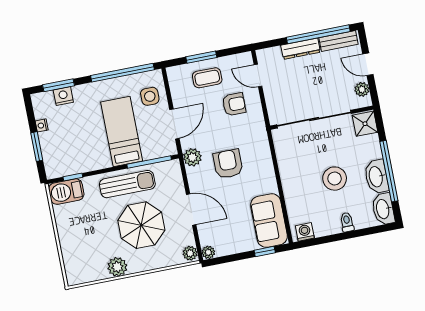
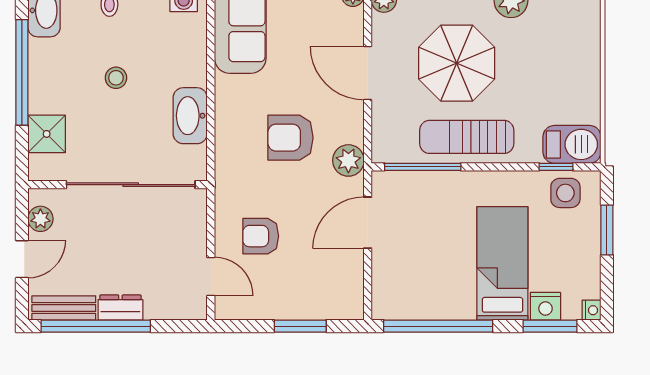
dresser: (301, 49) -> (120, 308), width x0.70
door: (368, 64) -> (22, 259), hinge flipped
coffee table: (207, 78) -> (297, 289), removed
side table: (150, 96) -> (565, 193), moved
shower: (365, 124) -> (47, 134), moved
nightstand: (42, 125) -> (592, 310), moved
bed: (122, 132) -> (502, 263), moved, turned 180
armchair: (228, 164) -> (291, 138), turned 90
washbasin: (376, 177) -> (190, 116), moved, turned 180
stool: (335, 179) -> (116, 78), width x0.53, depth x0.53

